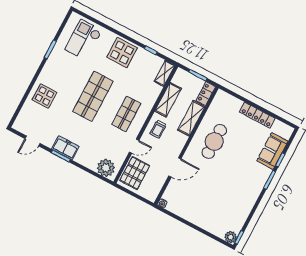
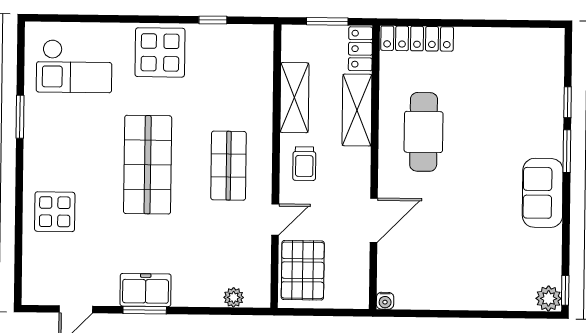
checkout: (83, 40) -> (74, 66), turned -90
shelving: (165, 73) -> (262, 50), removed
locker: (257, 115) -> (417, 39), moved
sofa: (272, 151) -> (543, 193), moved
plant: (106, 168) -> (234, 297), width x0.53, depth x0.53

